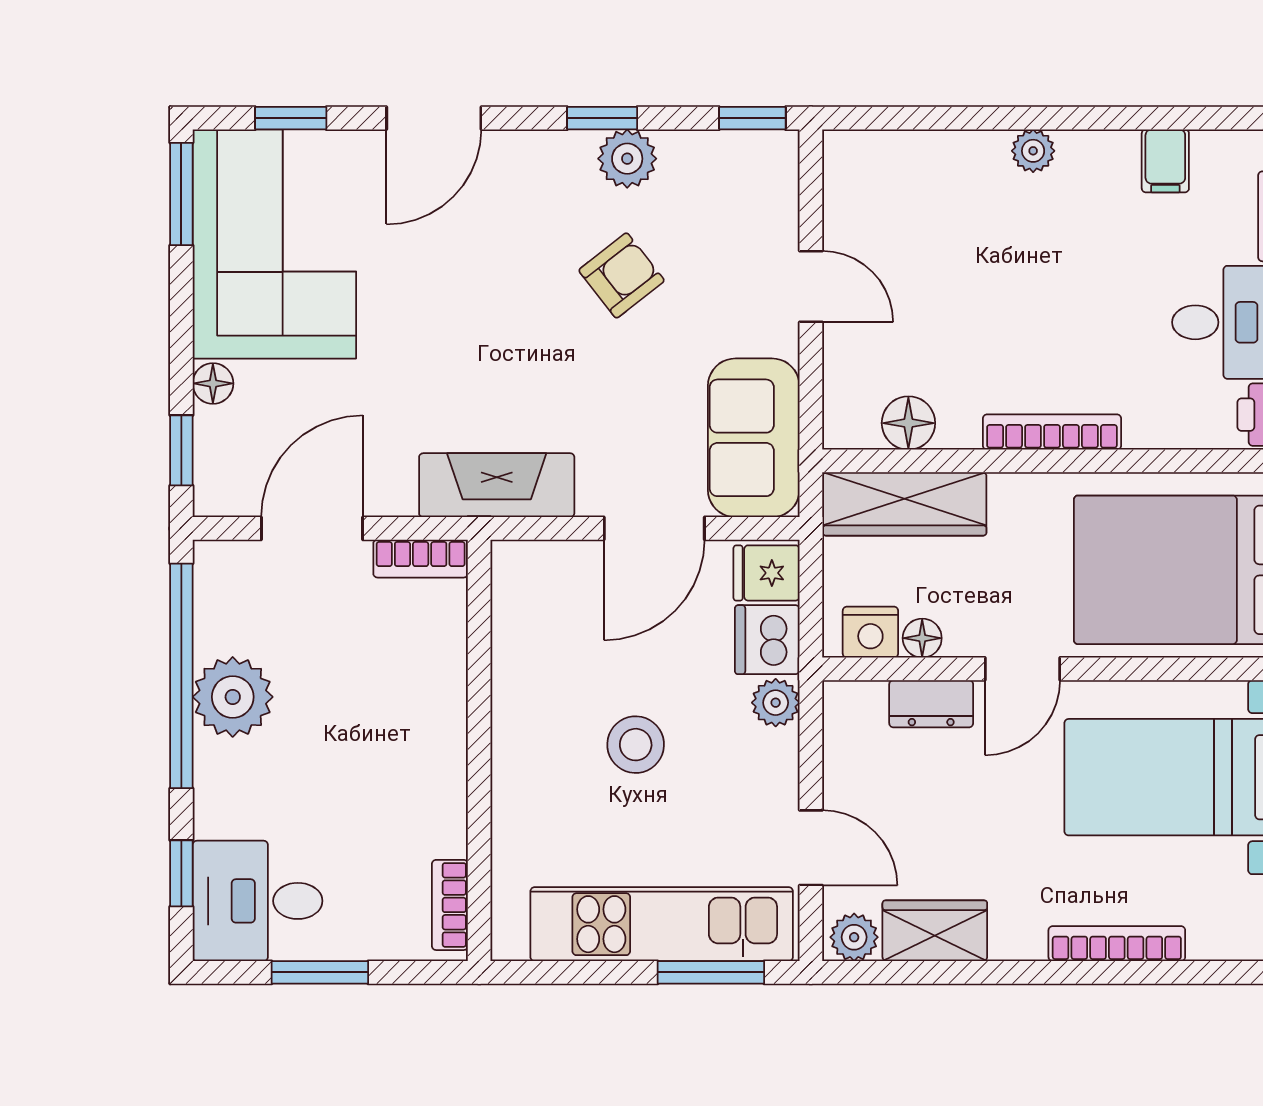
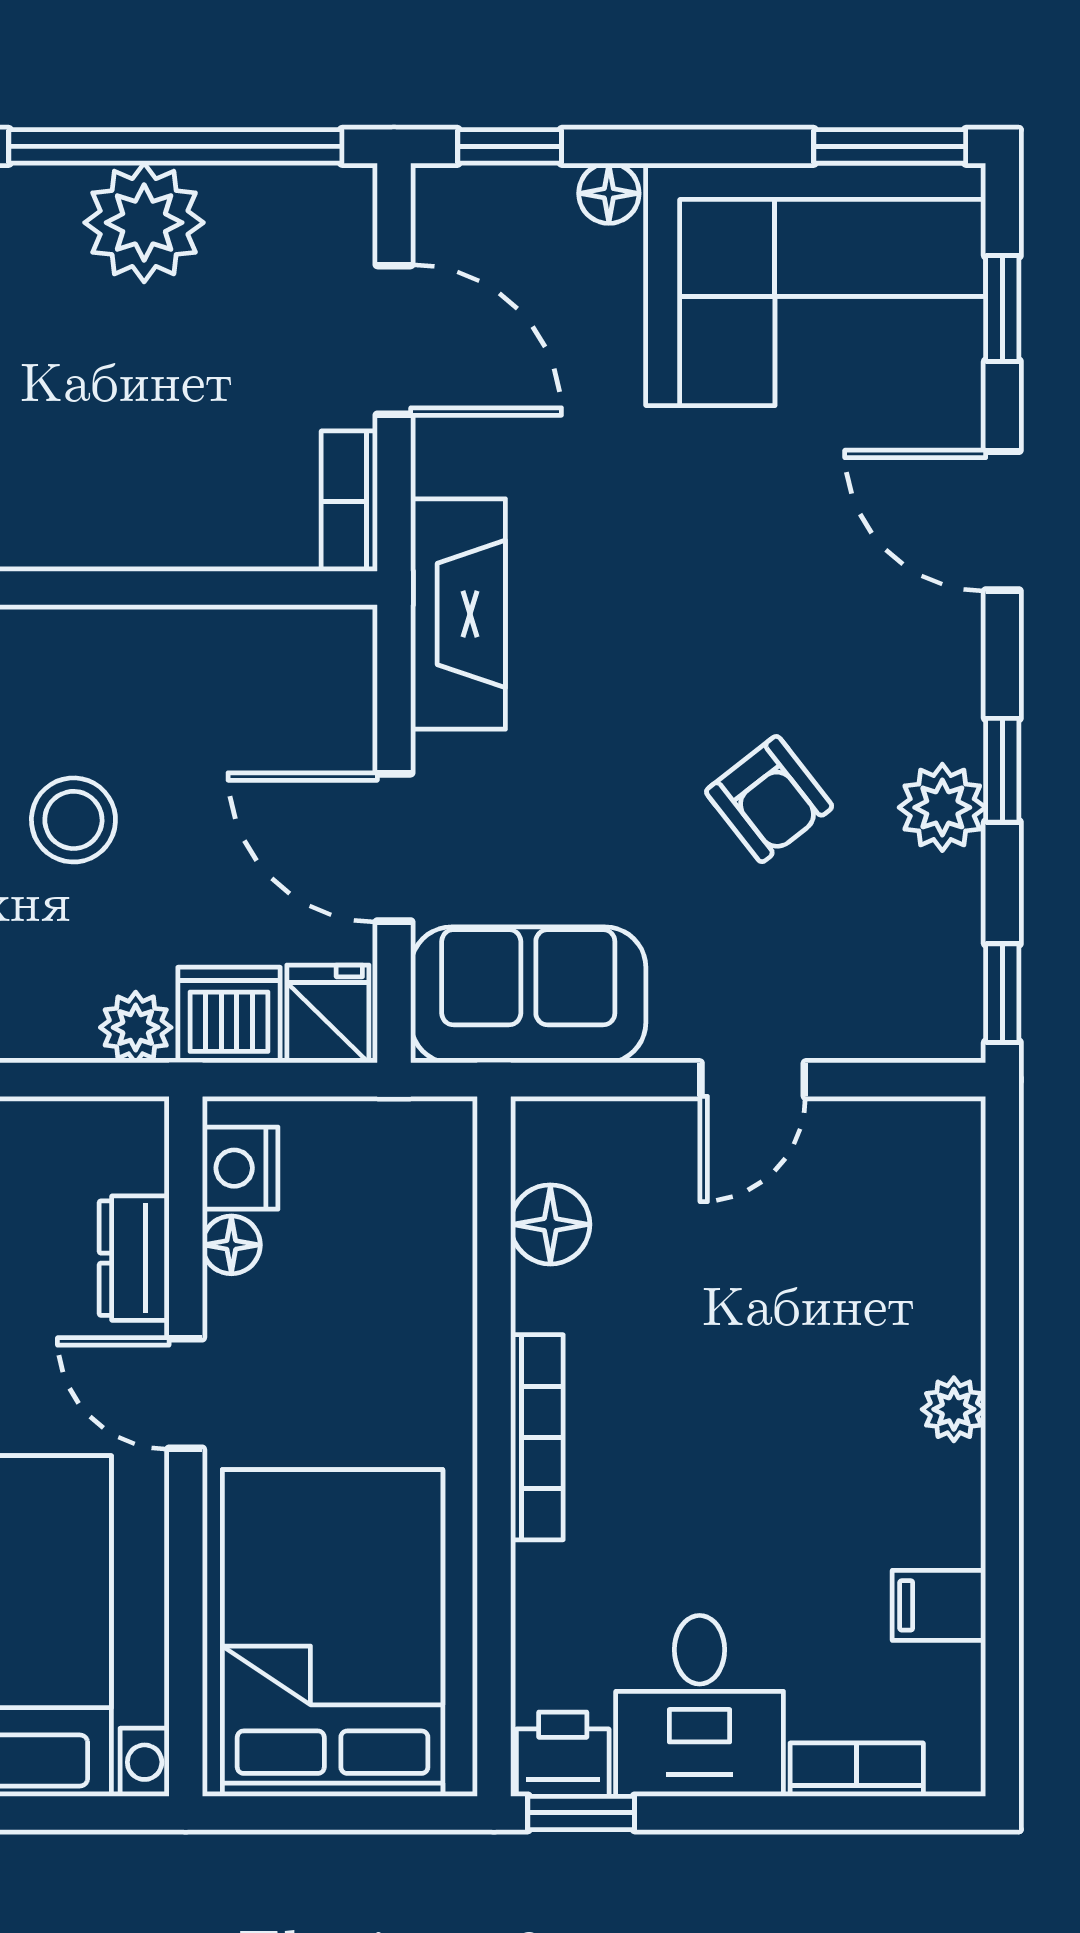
wardrobe: (905, 504) -> (430, 1219), removed

